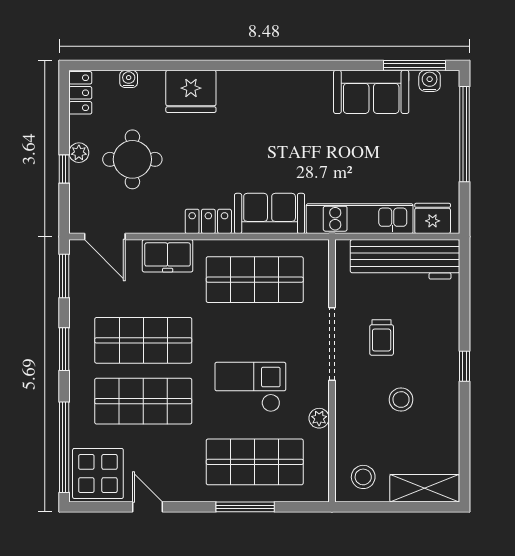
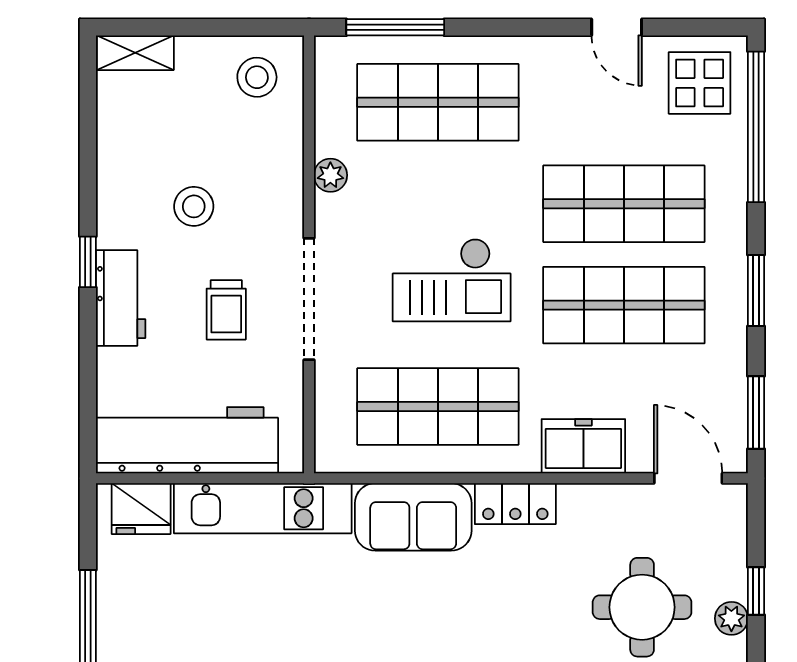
trolley: (382, 338) -> (226, 310), turned 180
workbench: (445, 345) -> (121, 298), added
checkout: (250, 387) -> (452, 280), moved
display table: (98, 473) -> (700, 83), width x0.73, depth x0.73
shelving: (425, 488) -> (135, 53), width x0.67, depth x0.75
window: (245, 507) -> (395, 27), moved

